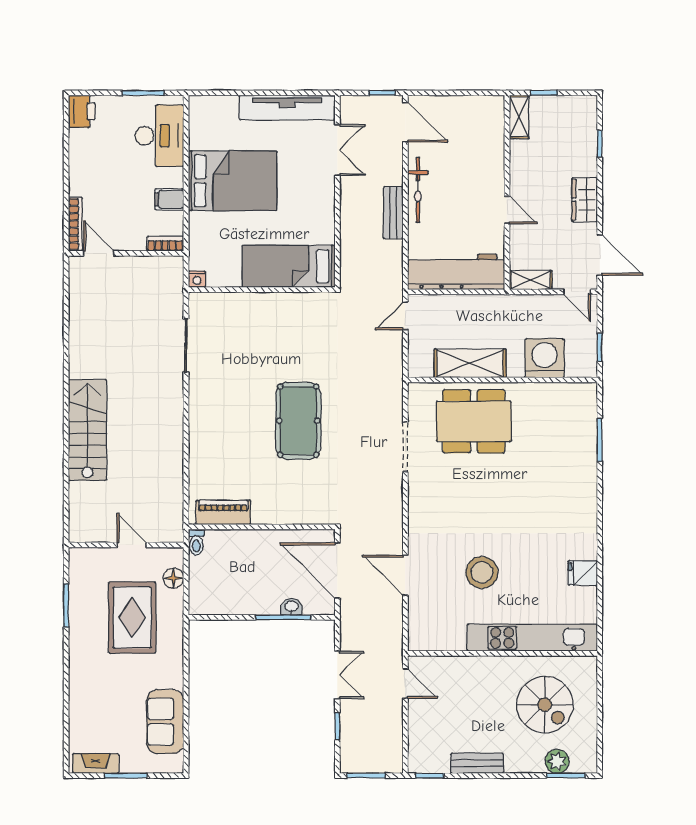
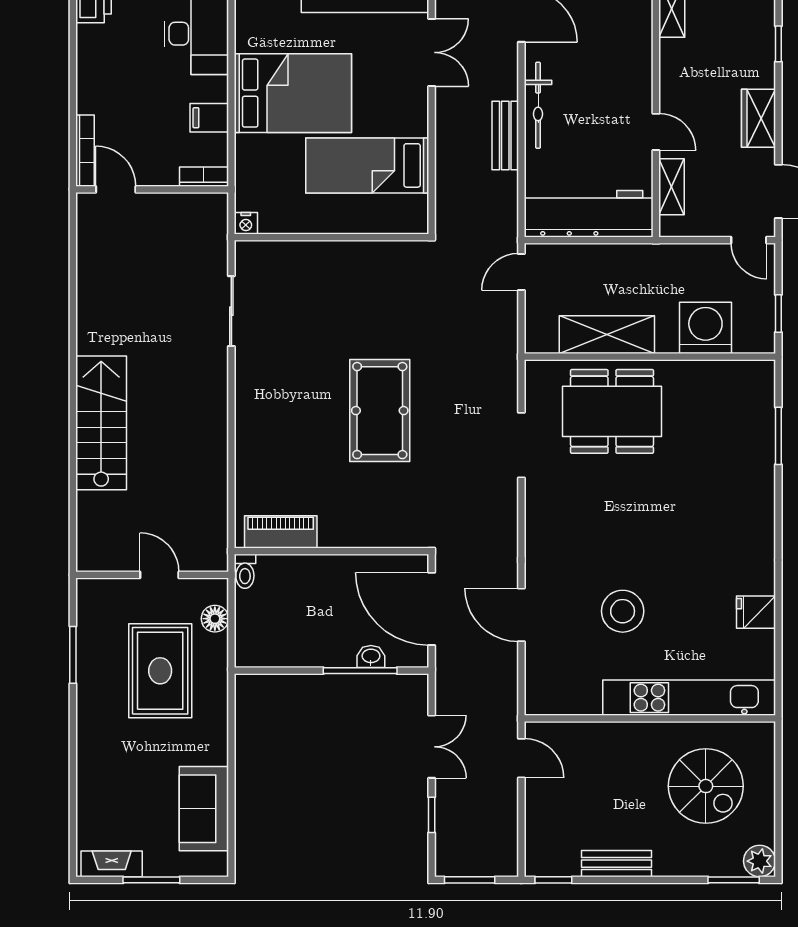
bed: (289, 266) -> (367, 165), moved
shelving: (531, 280) -> (672, 187), moved, turned 90
plant: (557, 761) -> (760, 861), moved

